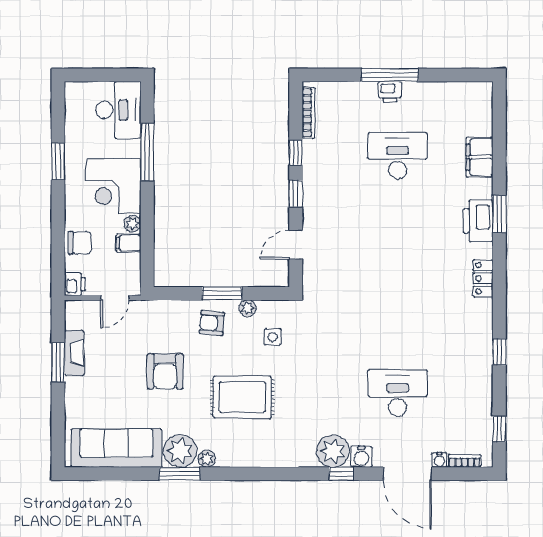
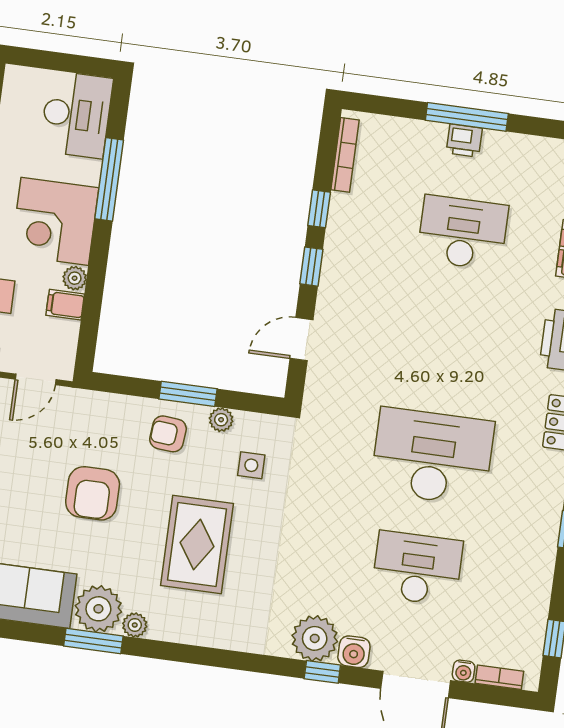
desk: (398, 314) -> (432, 456), added
rug: (242, 397) -> (197, 545), turned 90

